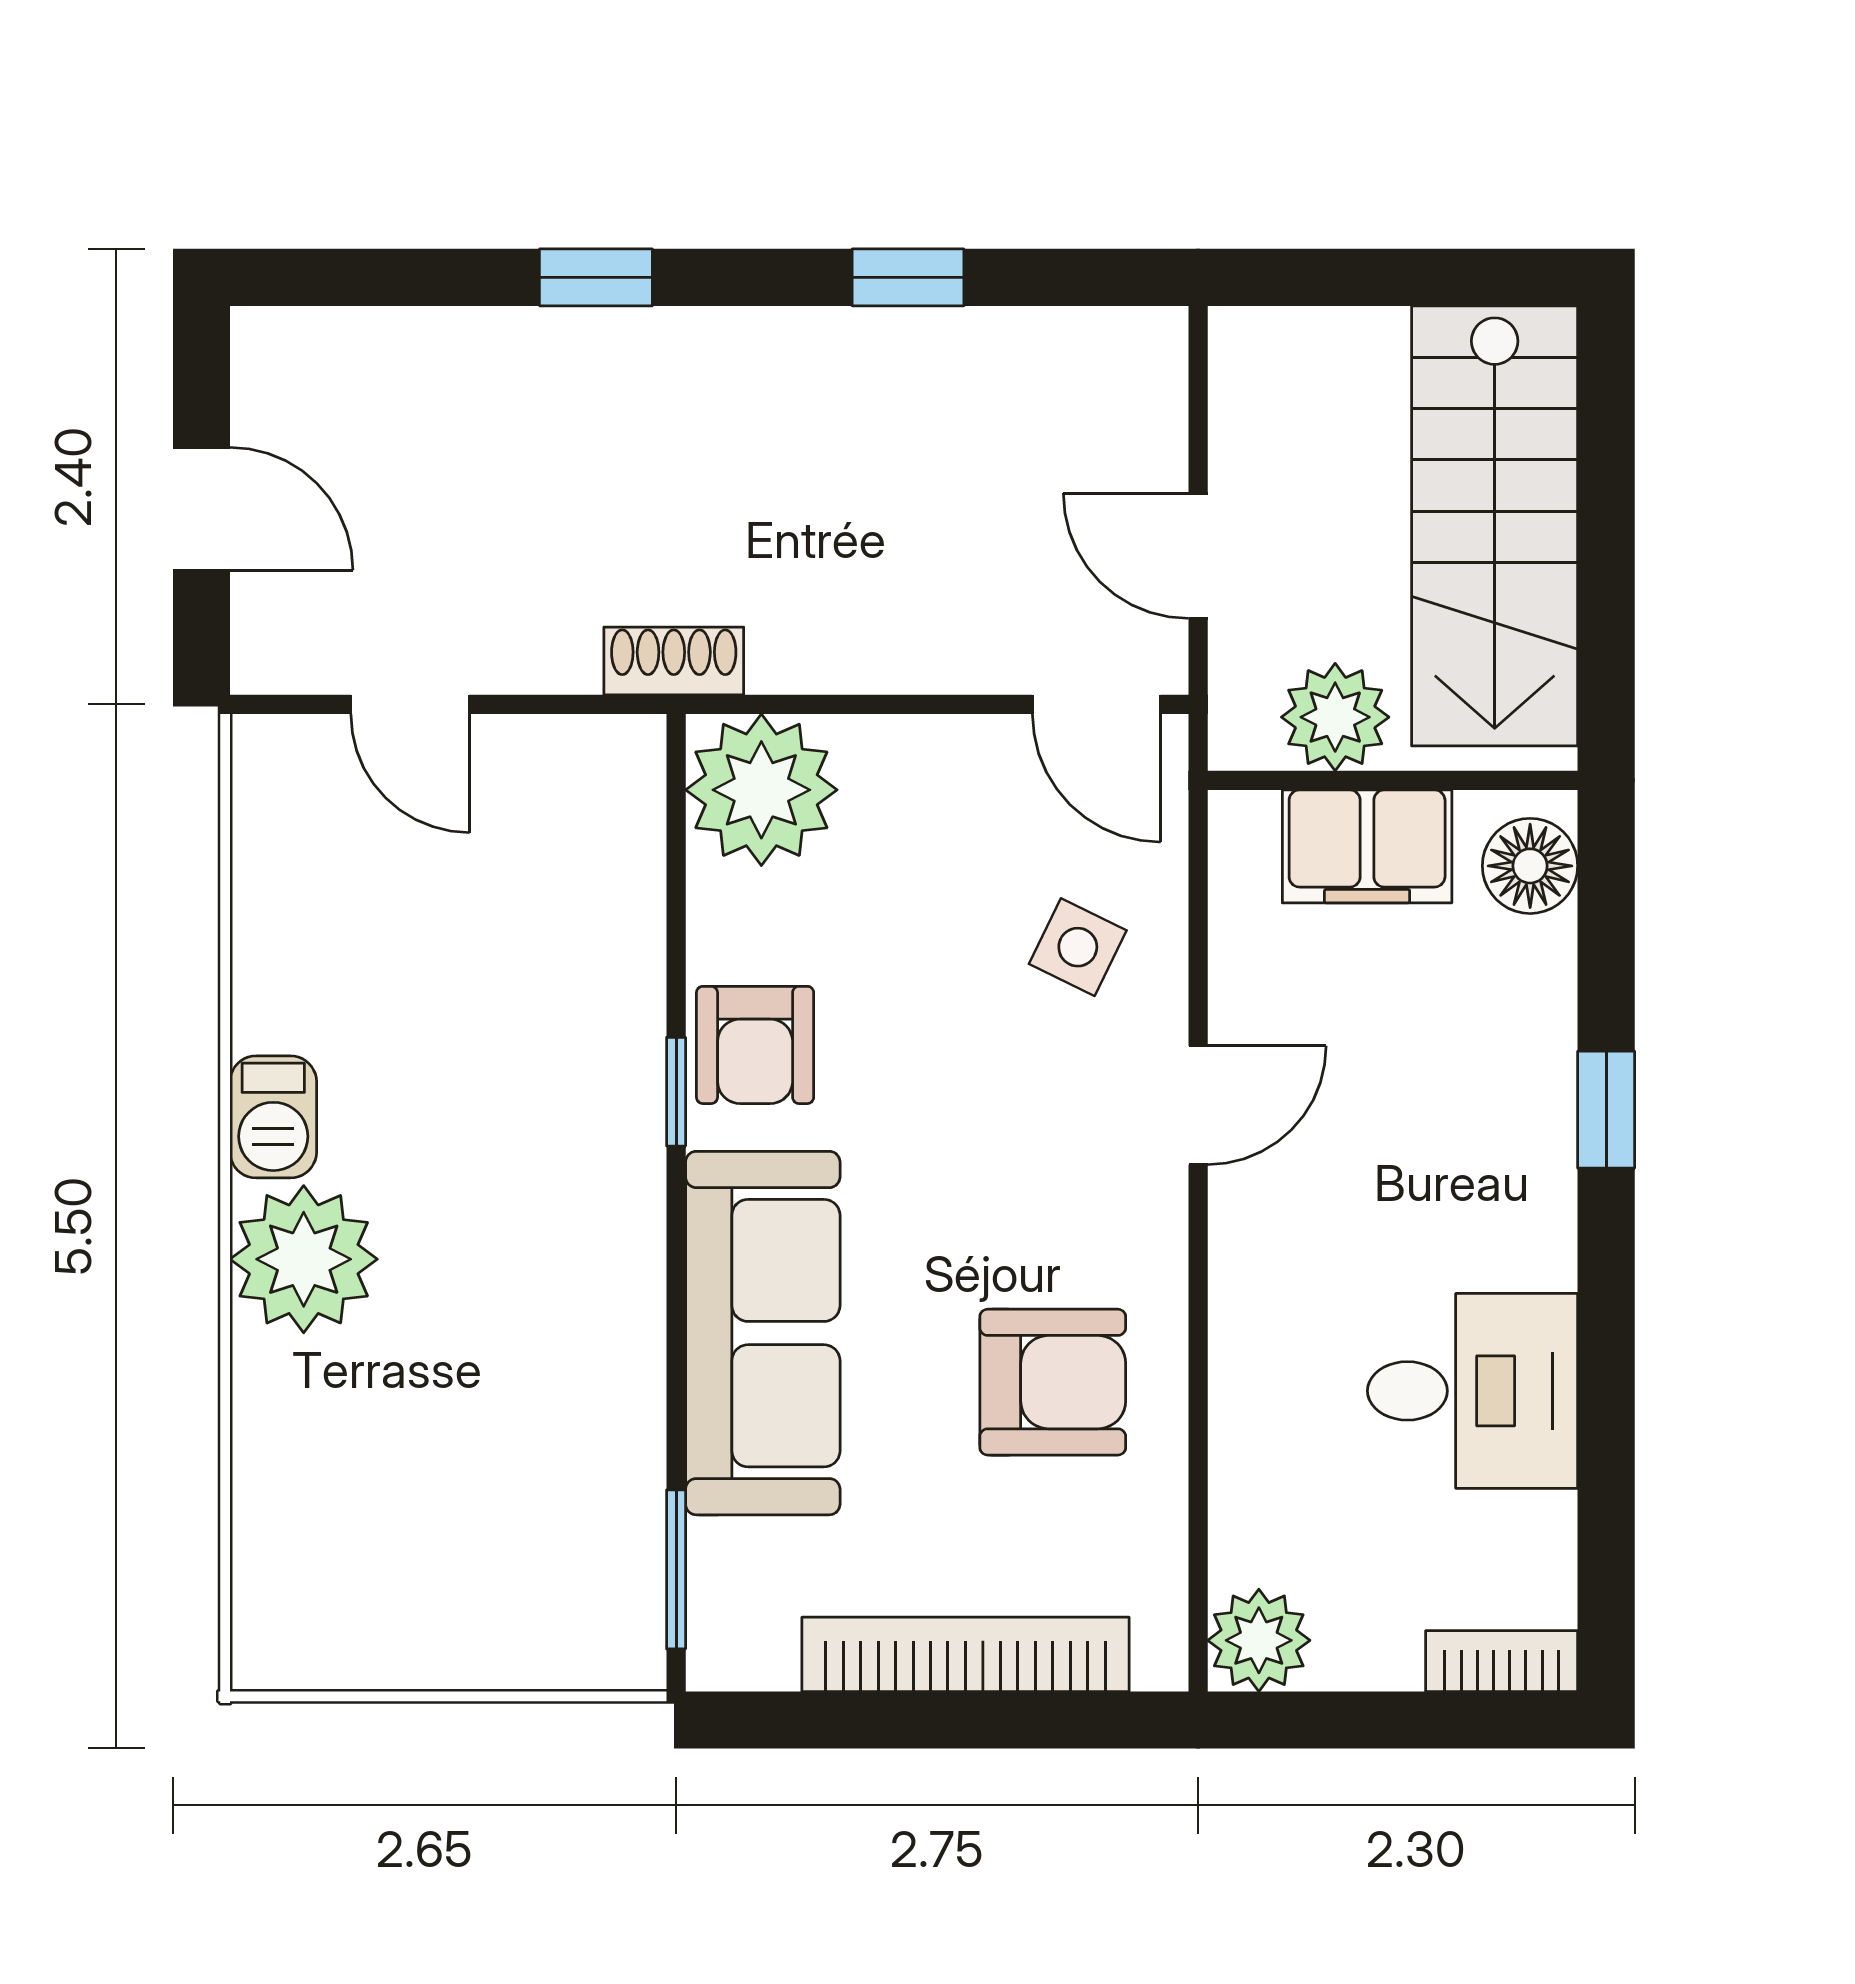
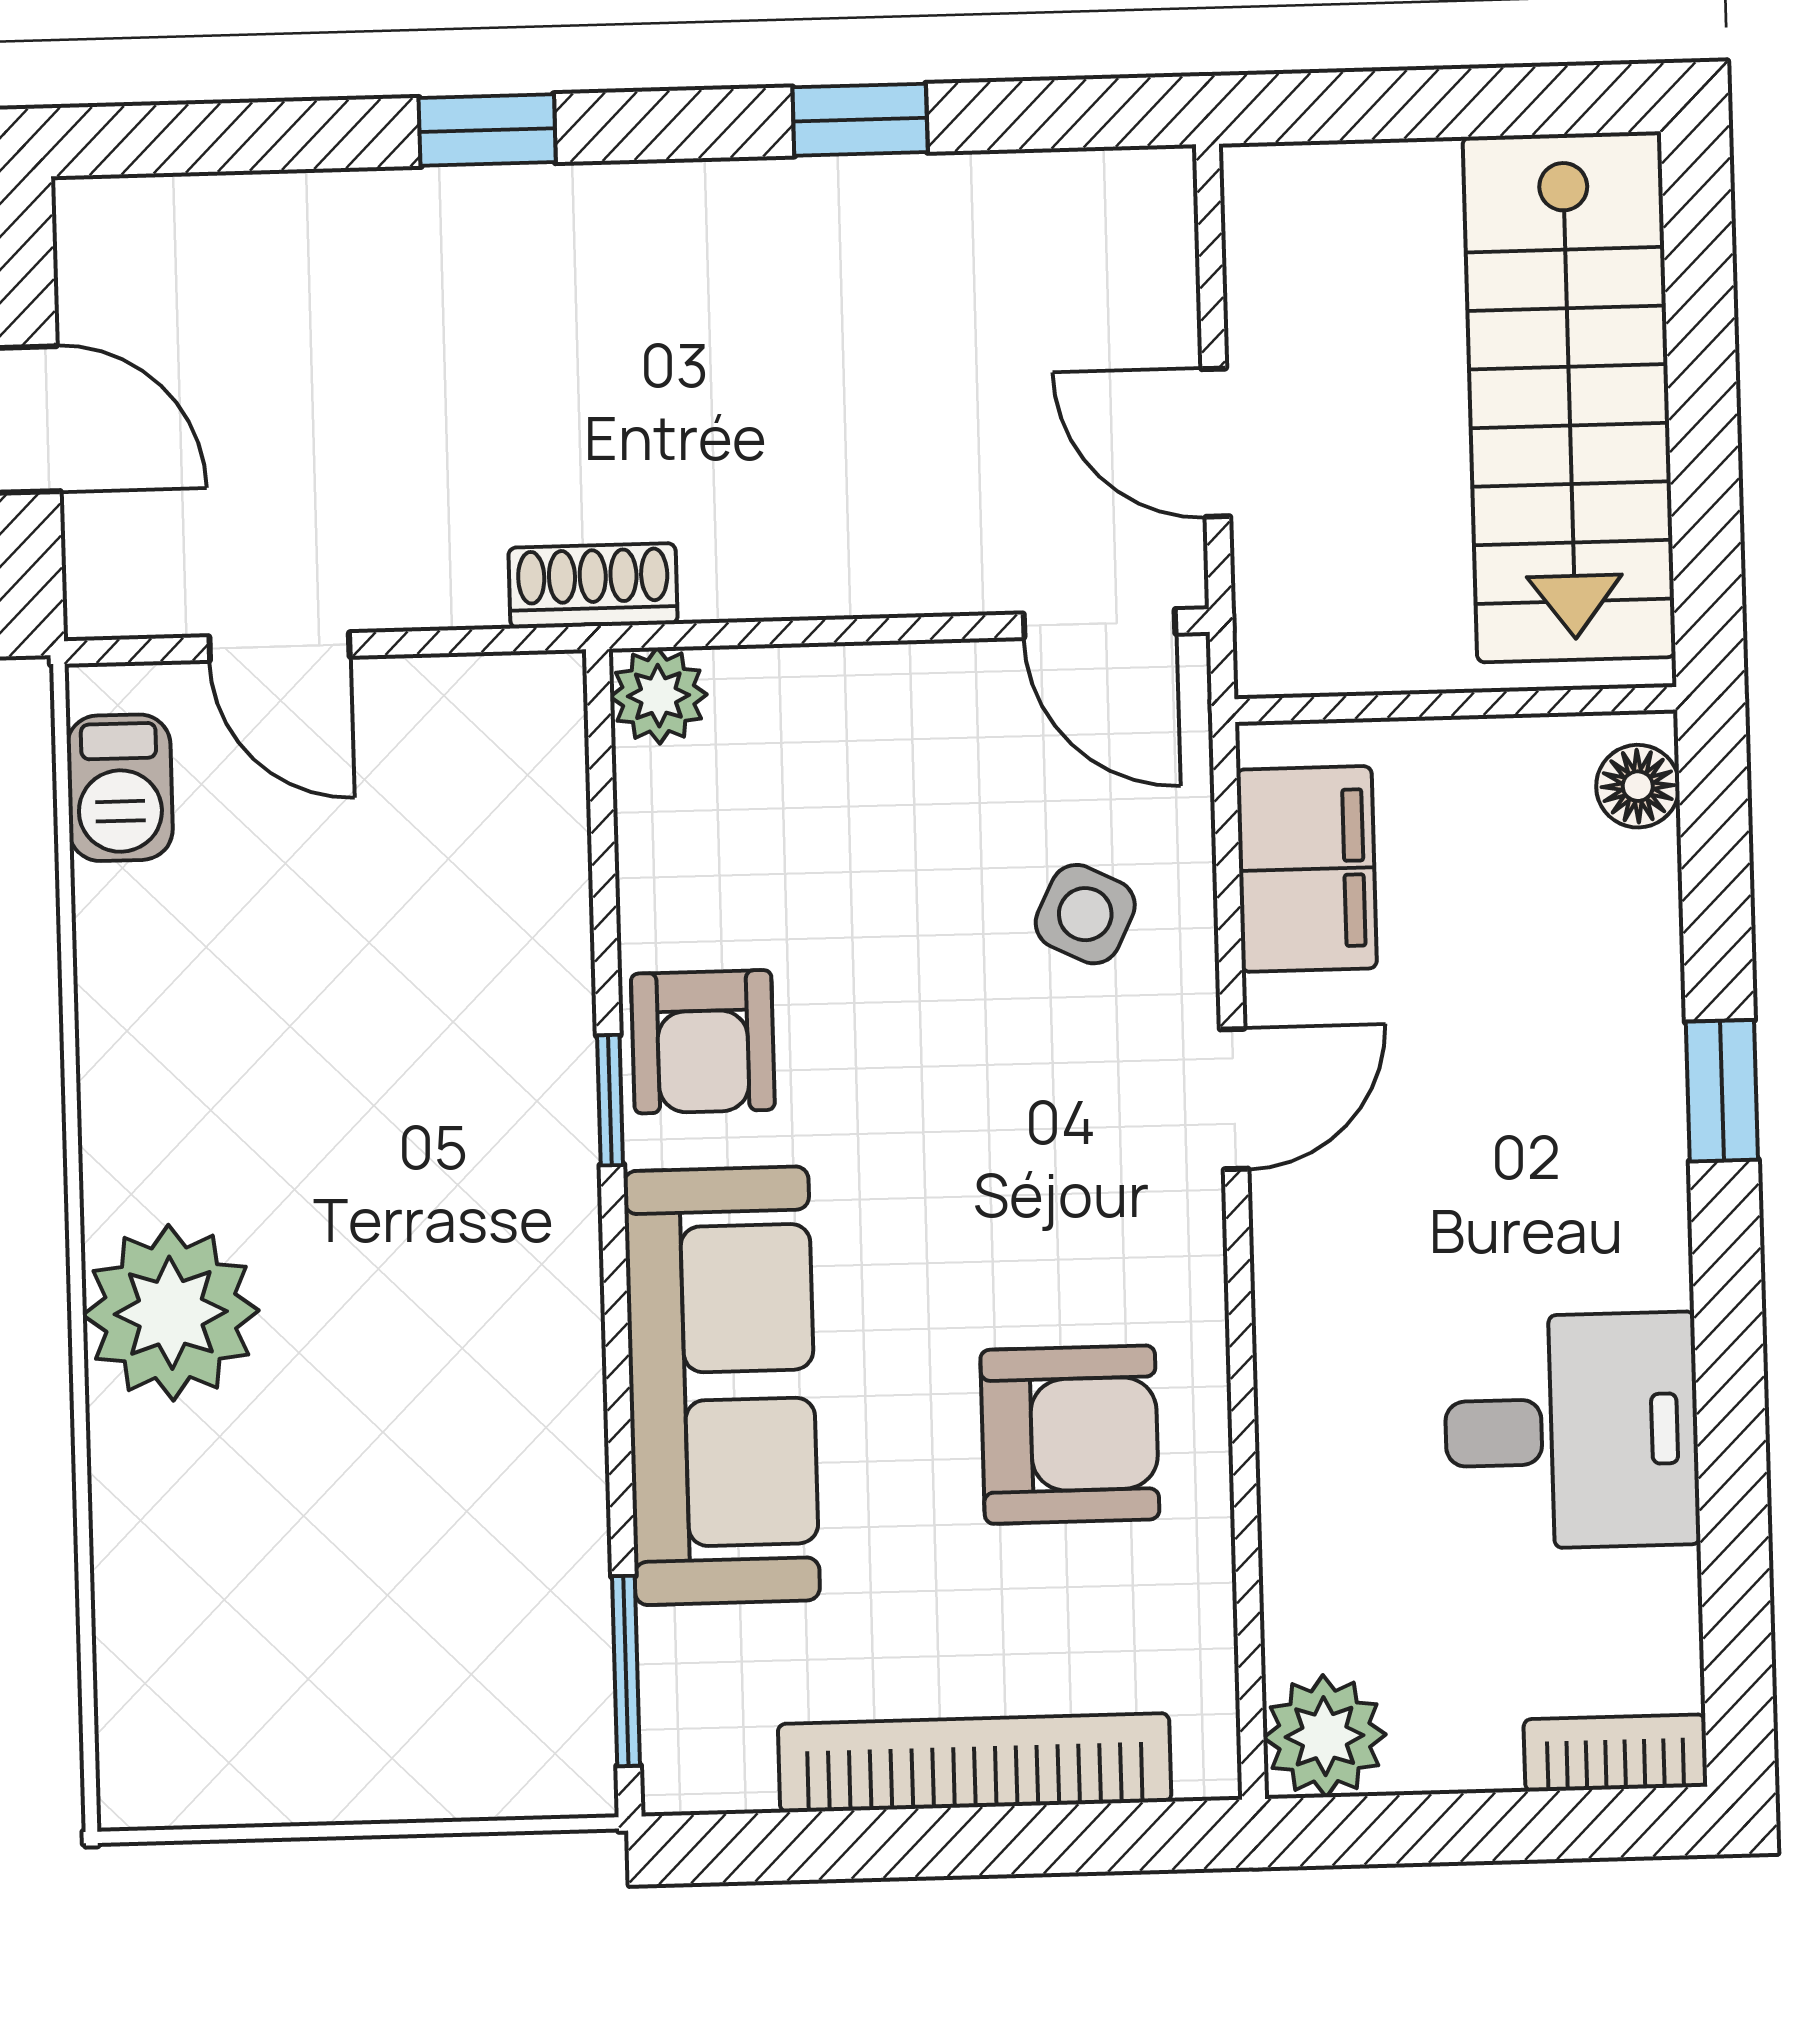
plant: (1335, 717) -> (1385, 631), removed
plant: (761, 790) -> (658, 696), width x0.53, depth x0.53
filing cabinet: (1367, 846) -> (1307, 869), moved, turned -90
floor lamp: (1530, 866) -> (1638, 786), width x0.73, depth x0.73
barbecue: (273, 1117) -> (120, 788), moved

